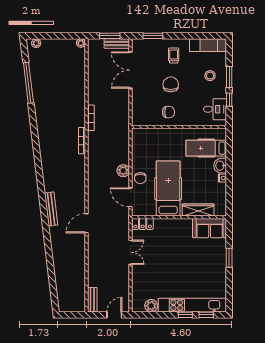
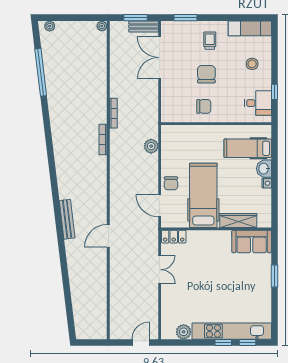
window: (229, 77) -> (275, 66), removed
plant: (123, 171) -> (151, 146), moved
bench: (92, 300) -> (115, 325), removed

